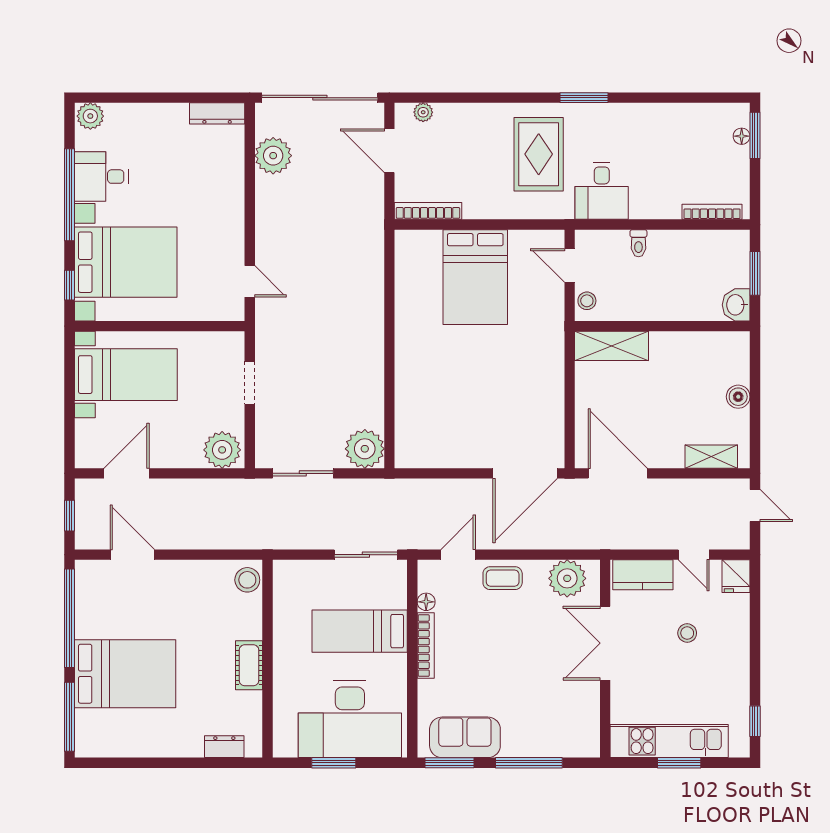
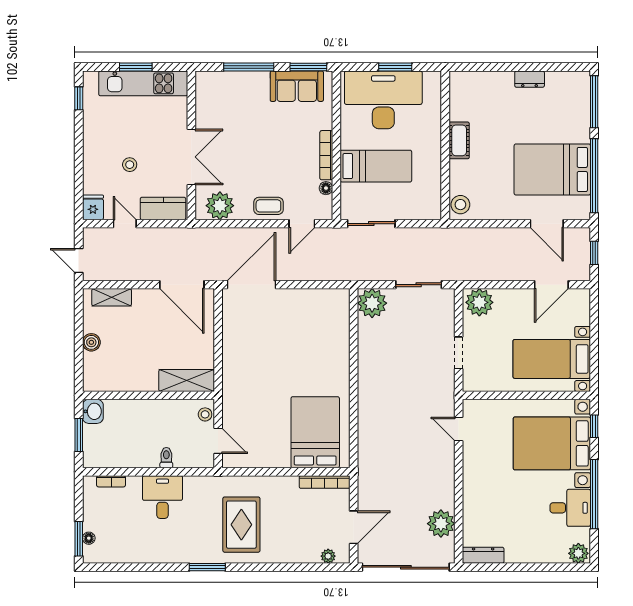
door: (389, 151) -> (354, 527), hinge flipped
desk: (602, 191) -> (162, 497), moved
bookcase: (712, 212) -> (111, 481), width x0.64
bed: (475, 277) -> (315, 432), moved
bed: (125, 674) -> (552, 169), moved
dresser: (224, 747) -> (530, 79), moved

